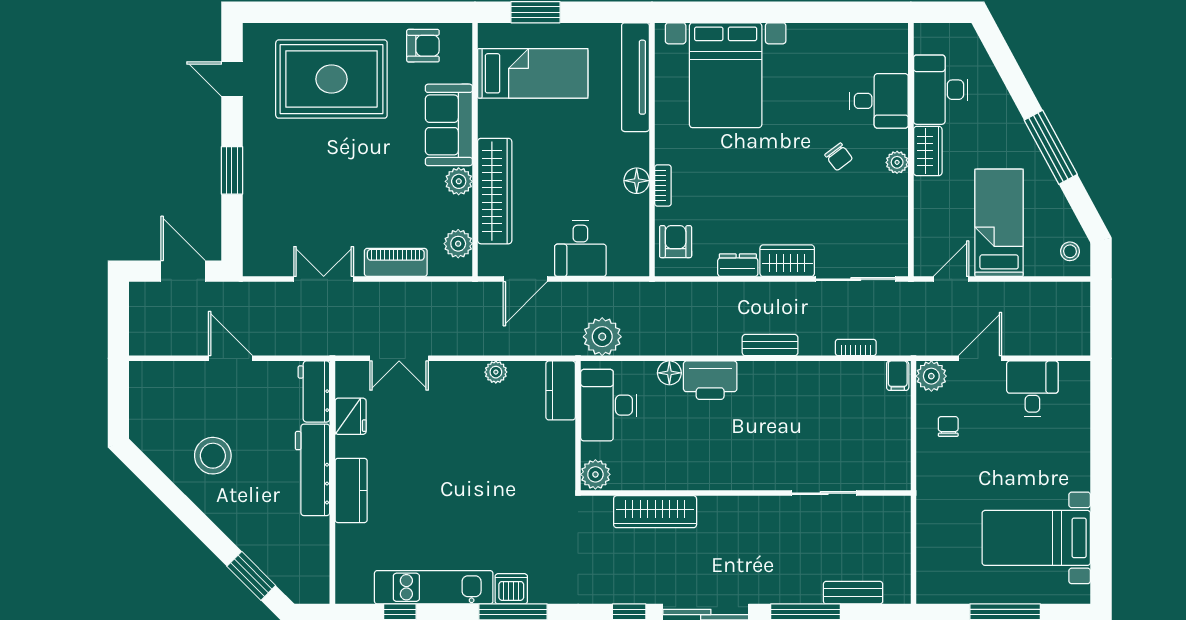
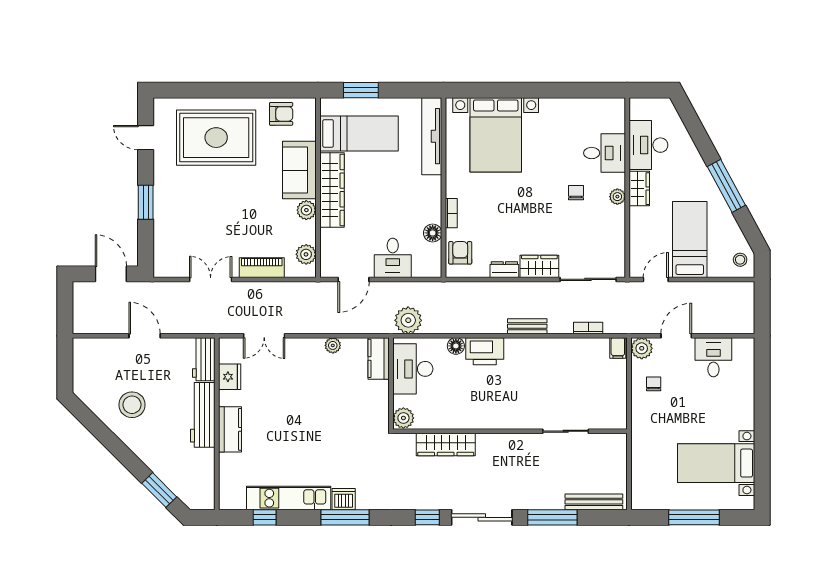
chair: (839, 157) -> (576, 193), turned -143
floor lamp: (637, 181) -> (433, 233), moved
wardrobe: (495, 191) -> (332, 190), moved
bench: (853, 593) -> (594, 502), width x1.36

